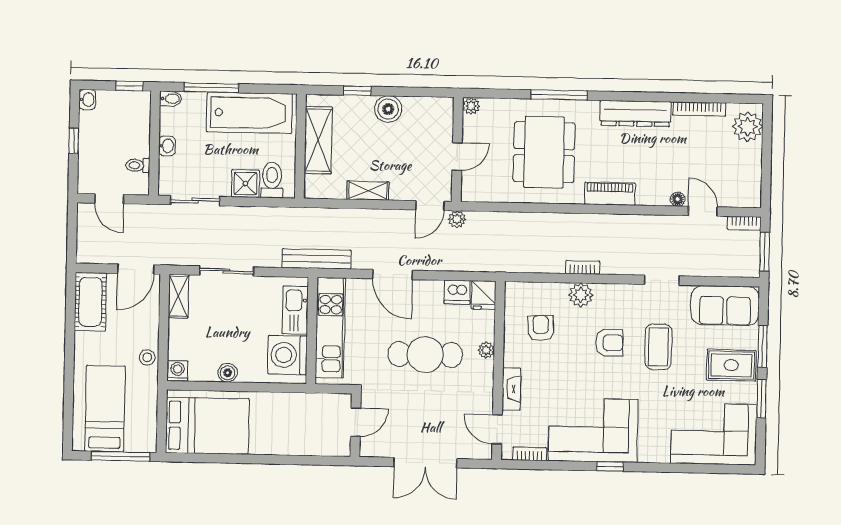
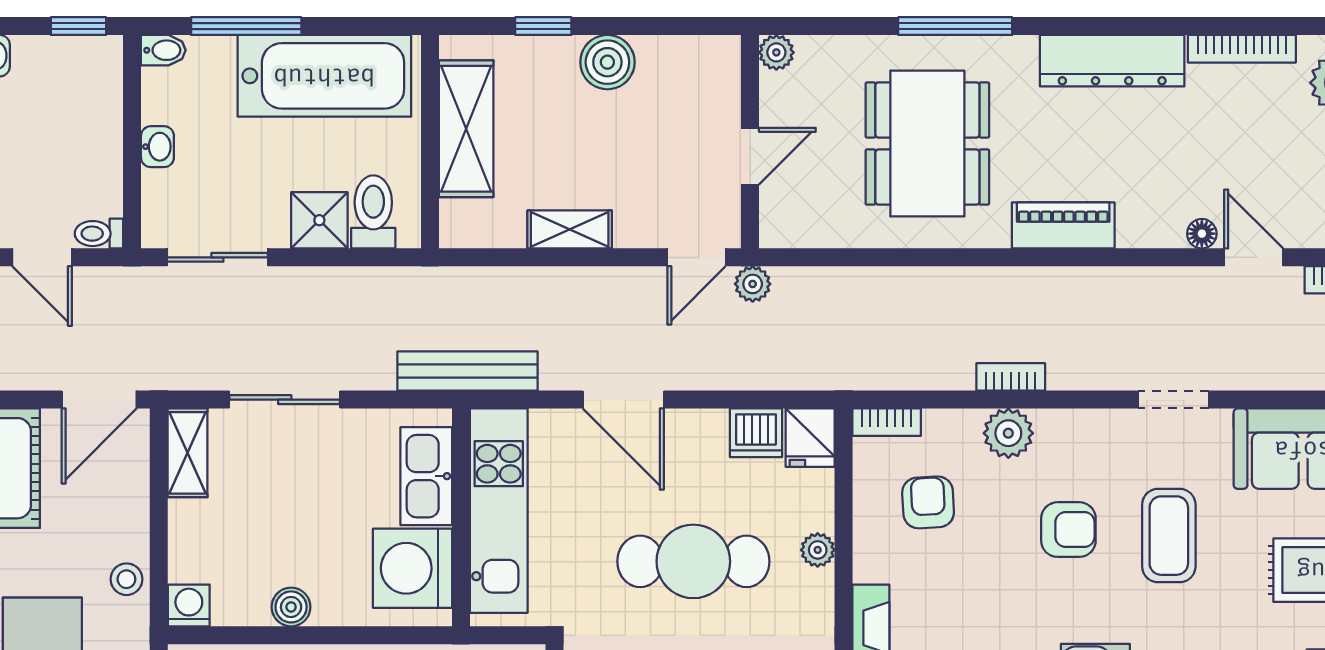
toilet: (138, 165) -> (99, 234), moved
bookcase: (521, 288) -> (887, 422), added

